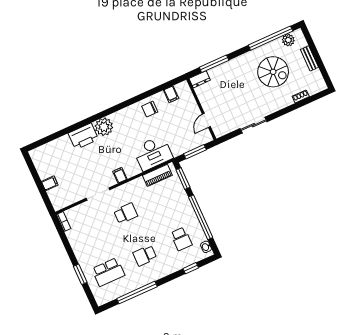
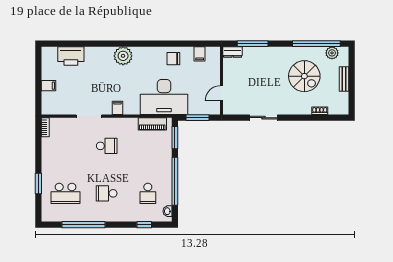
printer: (83, 136) -> (71, 56), moved
desk: (153, 153) -> (164, 97), width x1.36, depth x1.30

